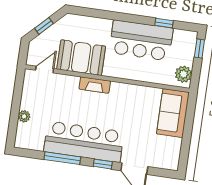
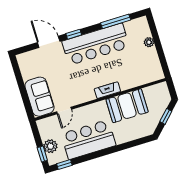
window: (164, 23) -> (64, 164), moved
door: (45, 69) -> (64, 110), moved
plant: (183, 74) -> (50, 146), moved
window: (62, 158) -> (116, 21), moved

